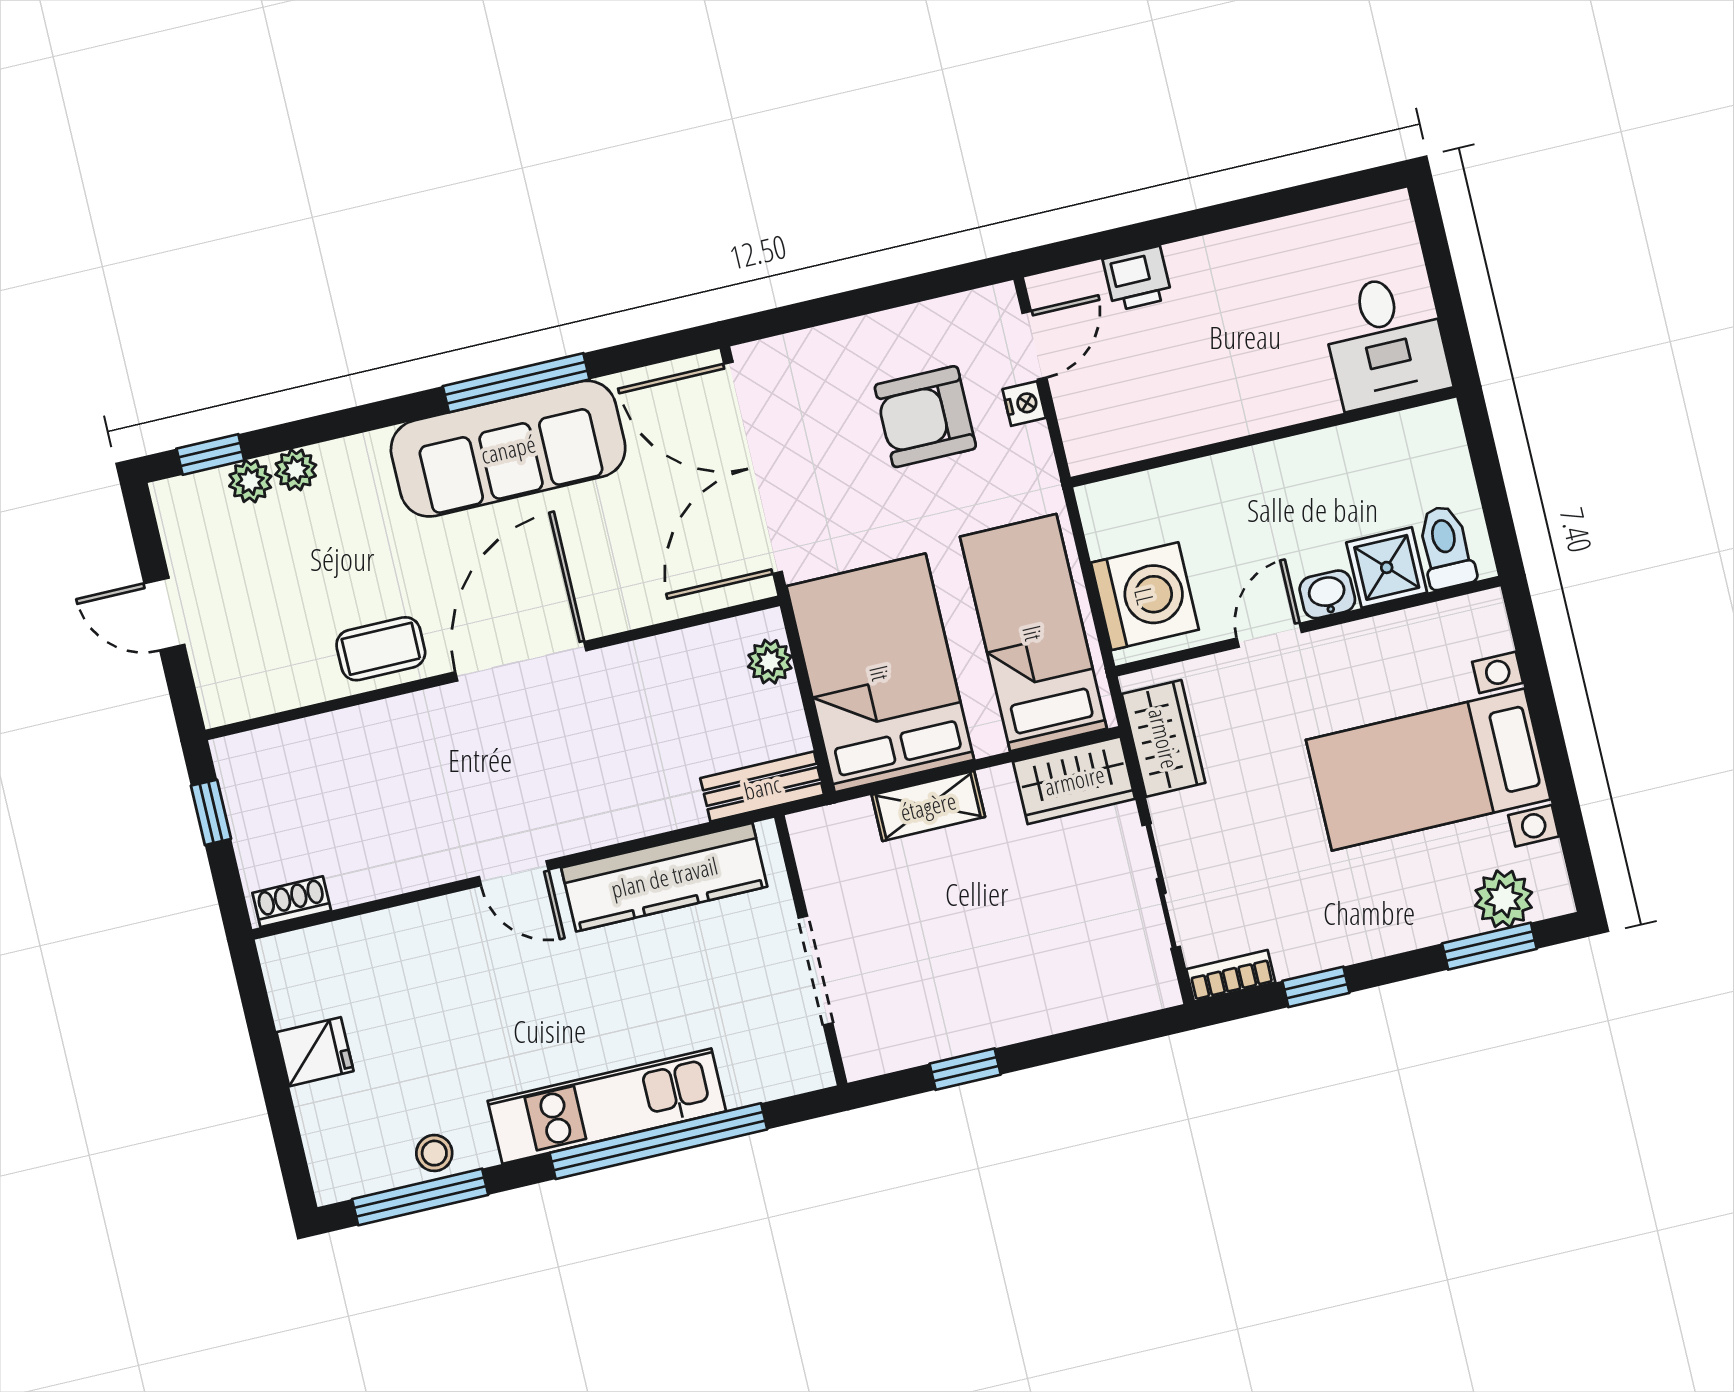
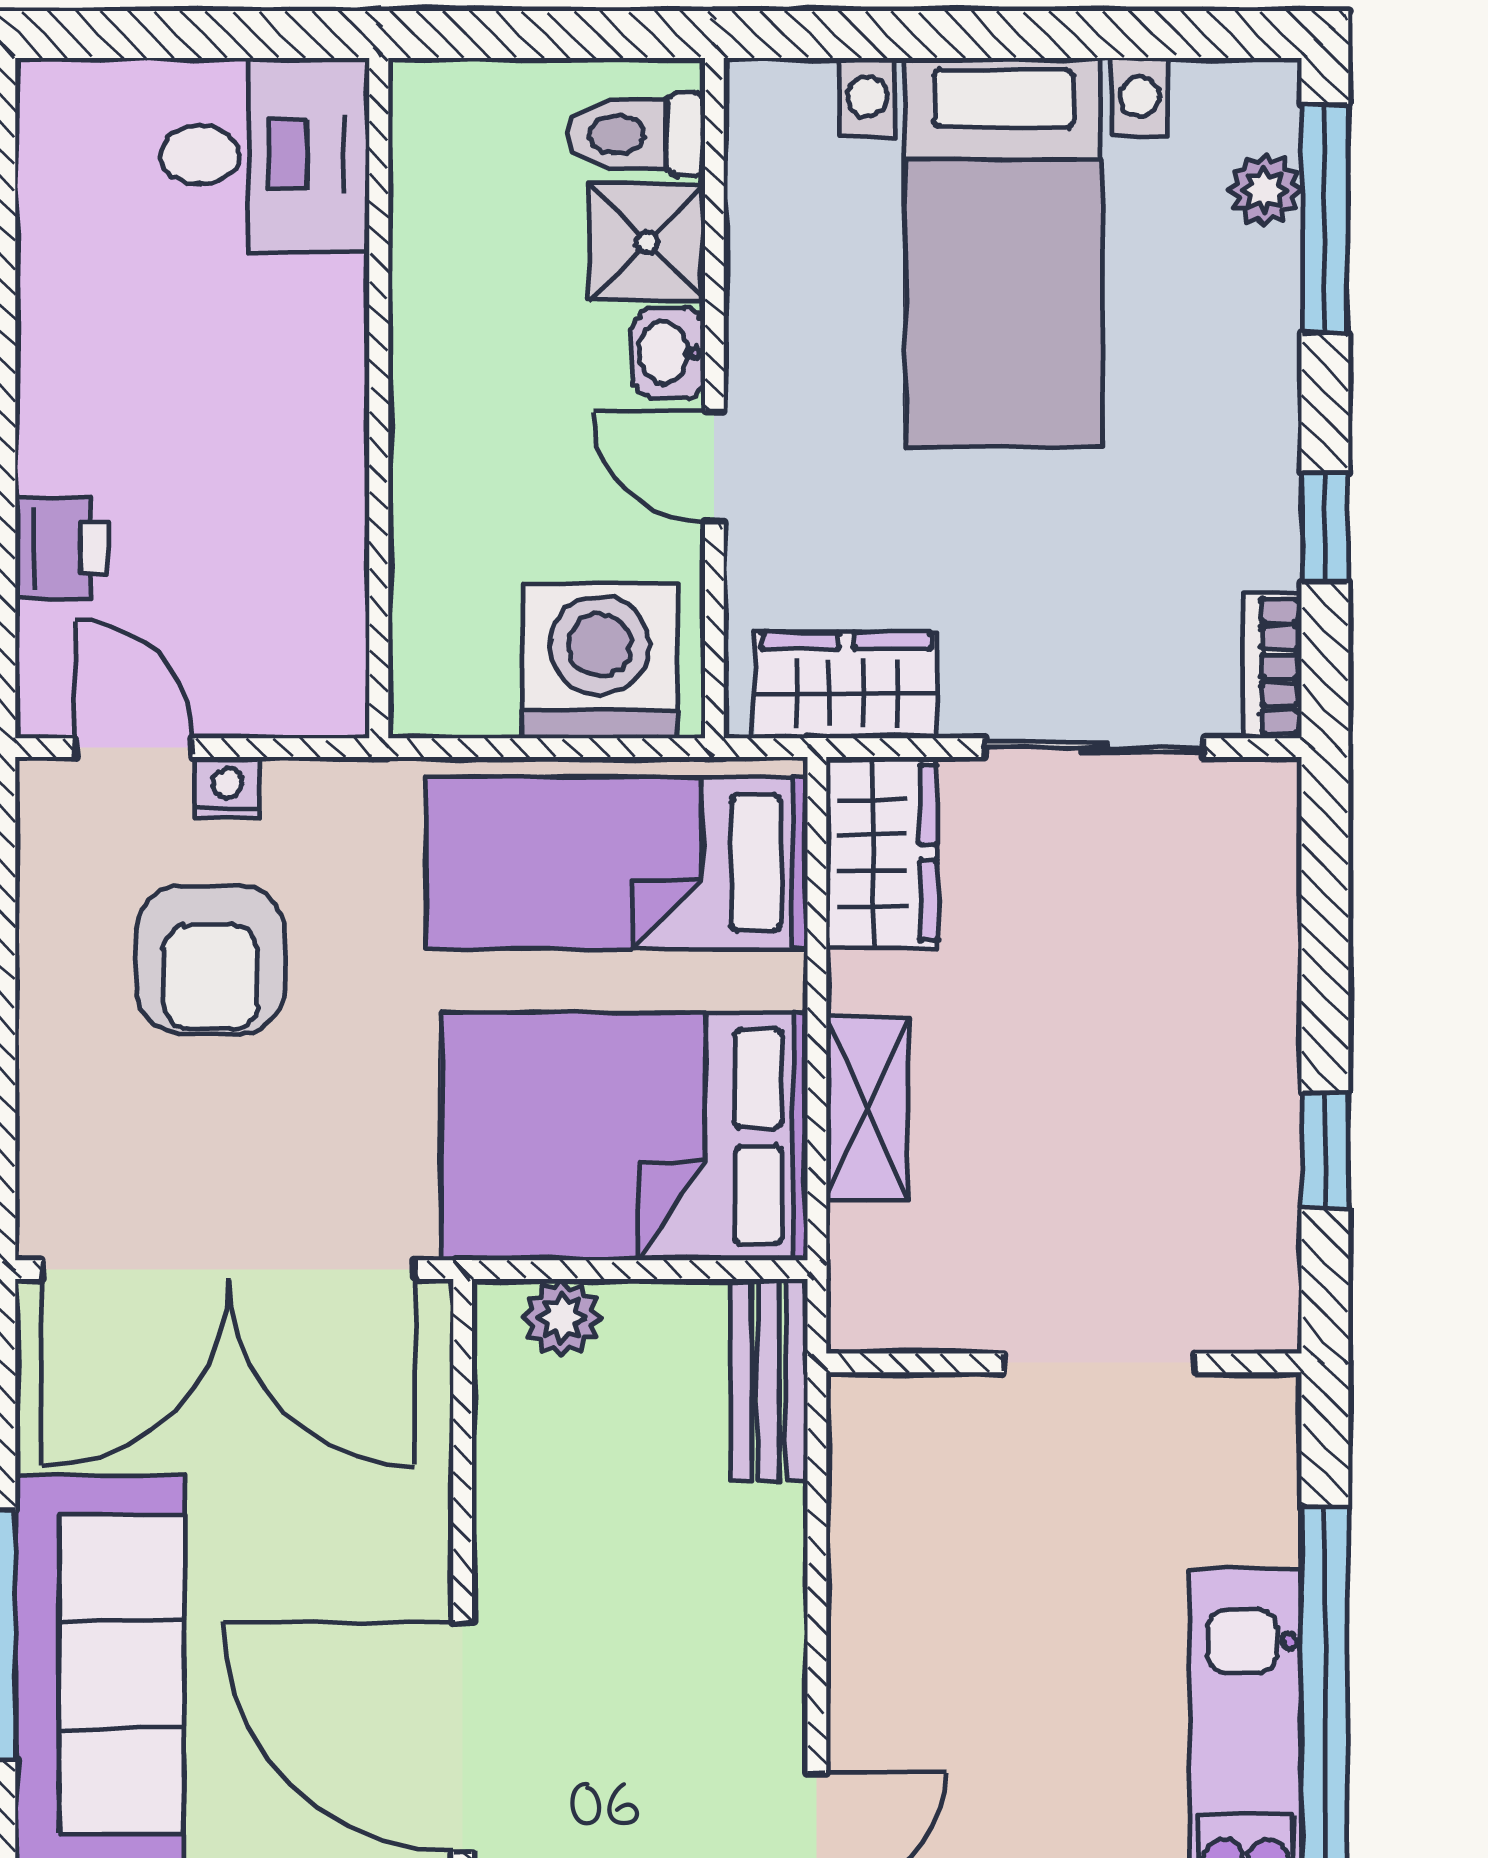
kitchen counter: (664, 877) -> (883, 1581), removed
plant: (1504, 899) -> (1265, 190), width x0.73, depth x0.73
window: (1489, 946) -> (1325, 219), width x1.44

